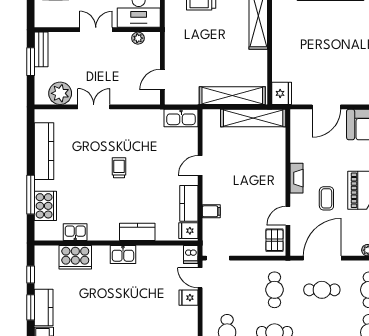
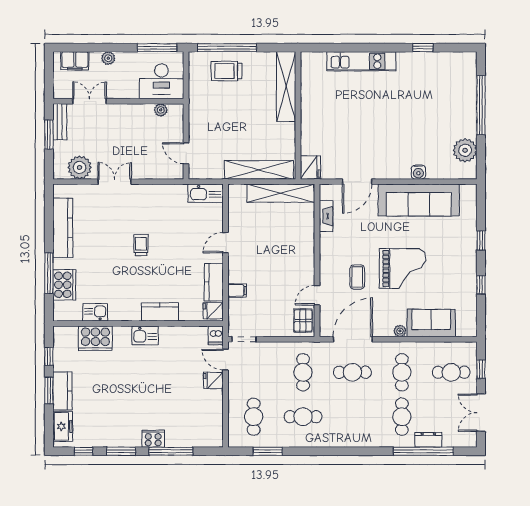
double door: (96, 30) -> (90, 101), moved
door: (162, 80) -> (186, 153), hinge flipped
fireplace: (297, 178) -> (326, 216), moved

